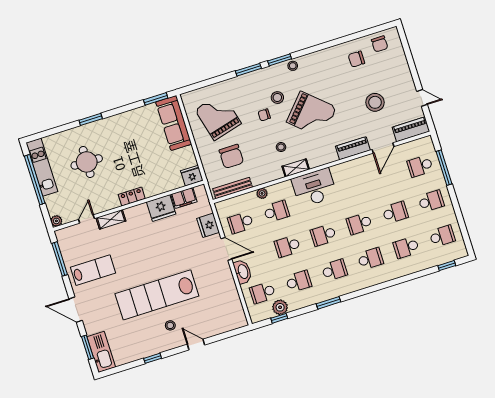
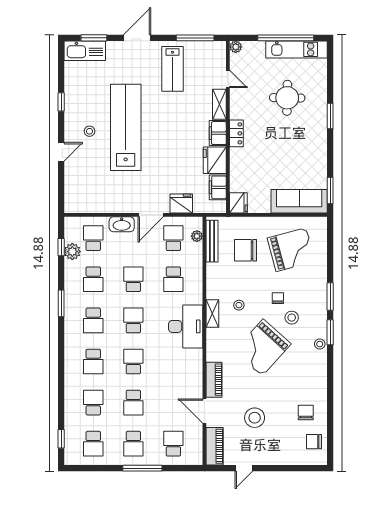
window: (444, 168) -> (142, 468), moved
plant: (262, 193) -> (197, 236), moved
filing cabinet: (137, 213) -> (218, 133), added

